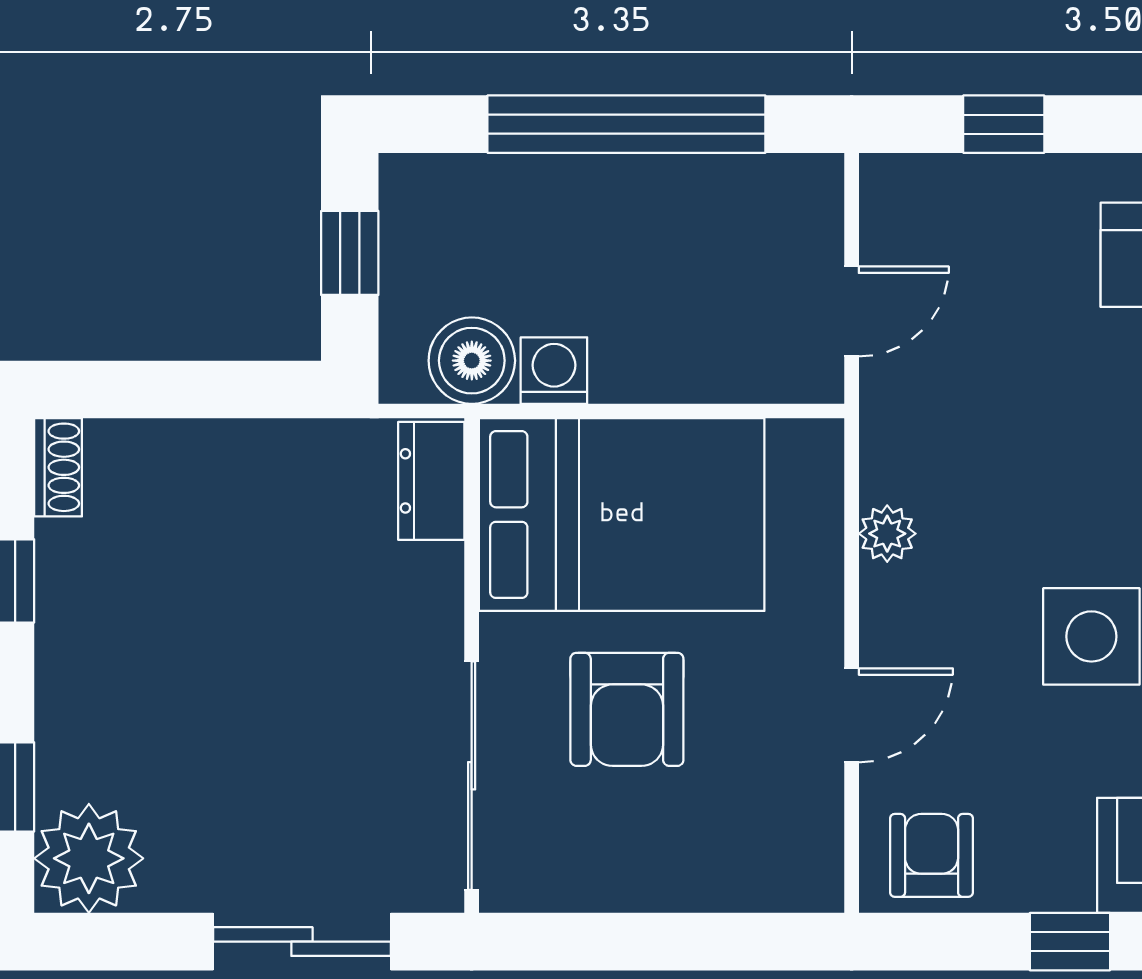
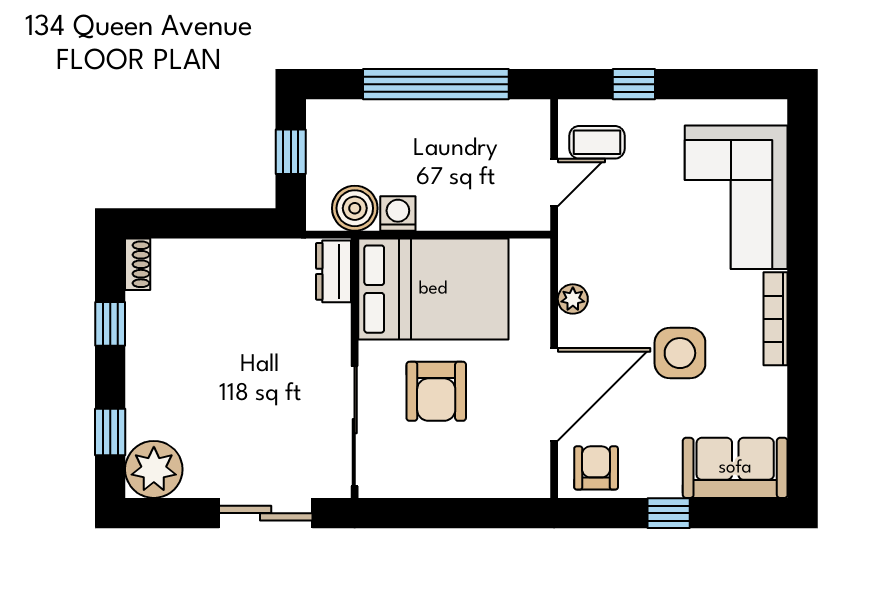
coffee table: (933, 235) -> (597, 142), added
door: (852, 715) -> (554, 394), width x1.88

